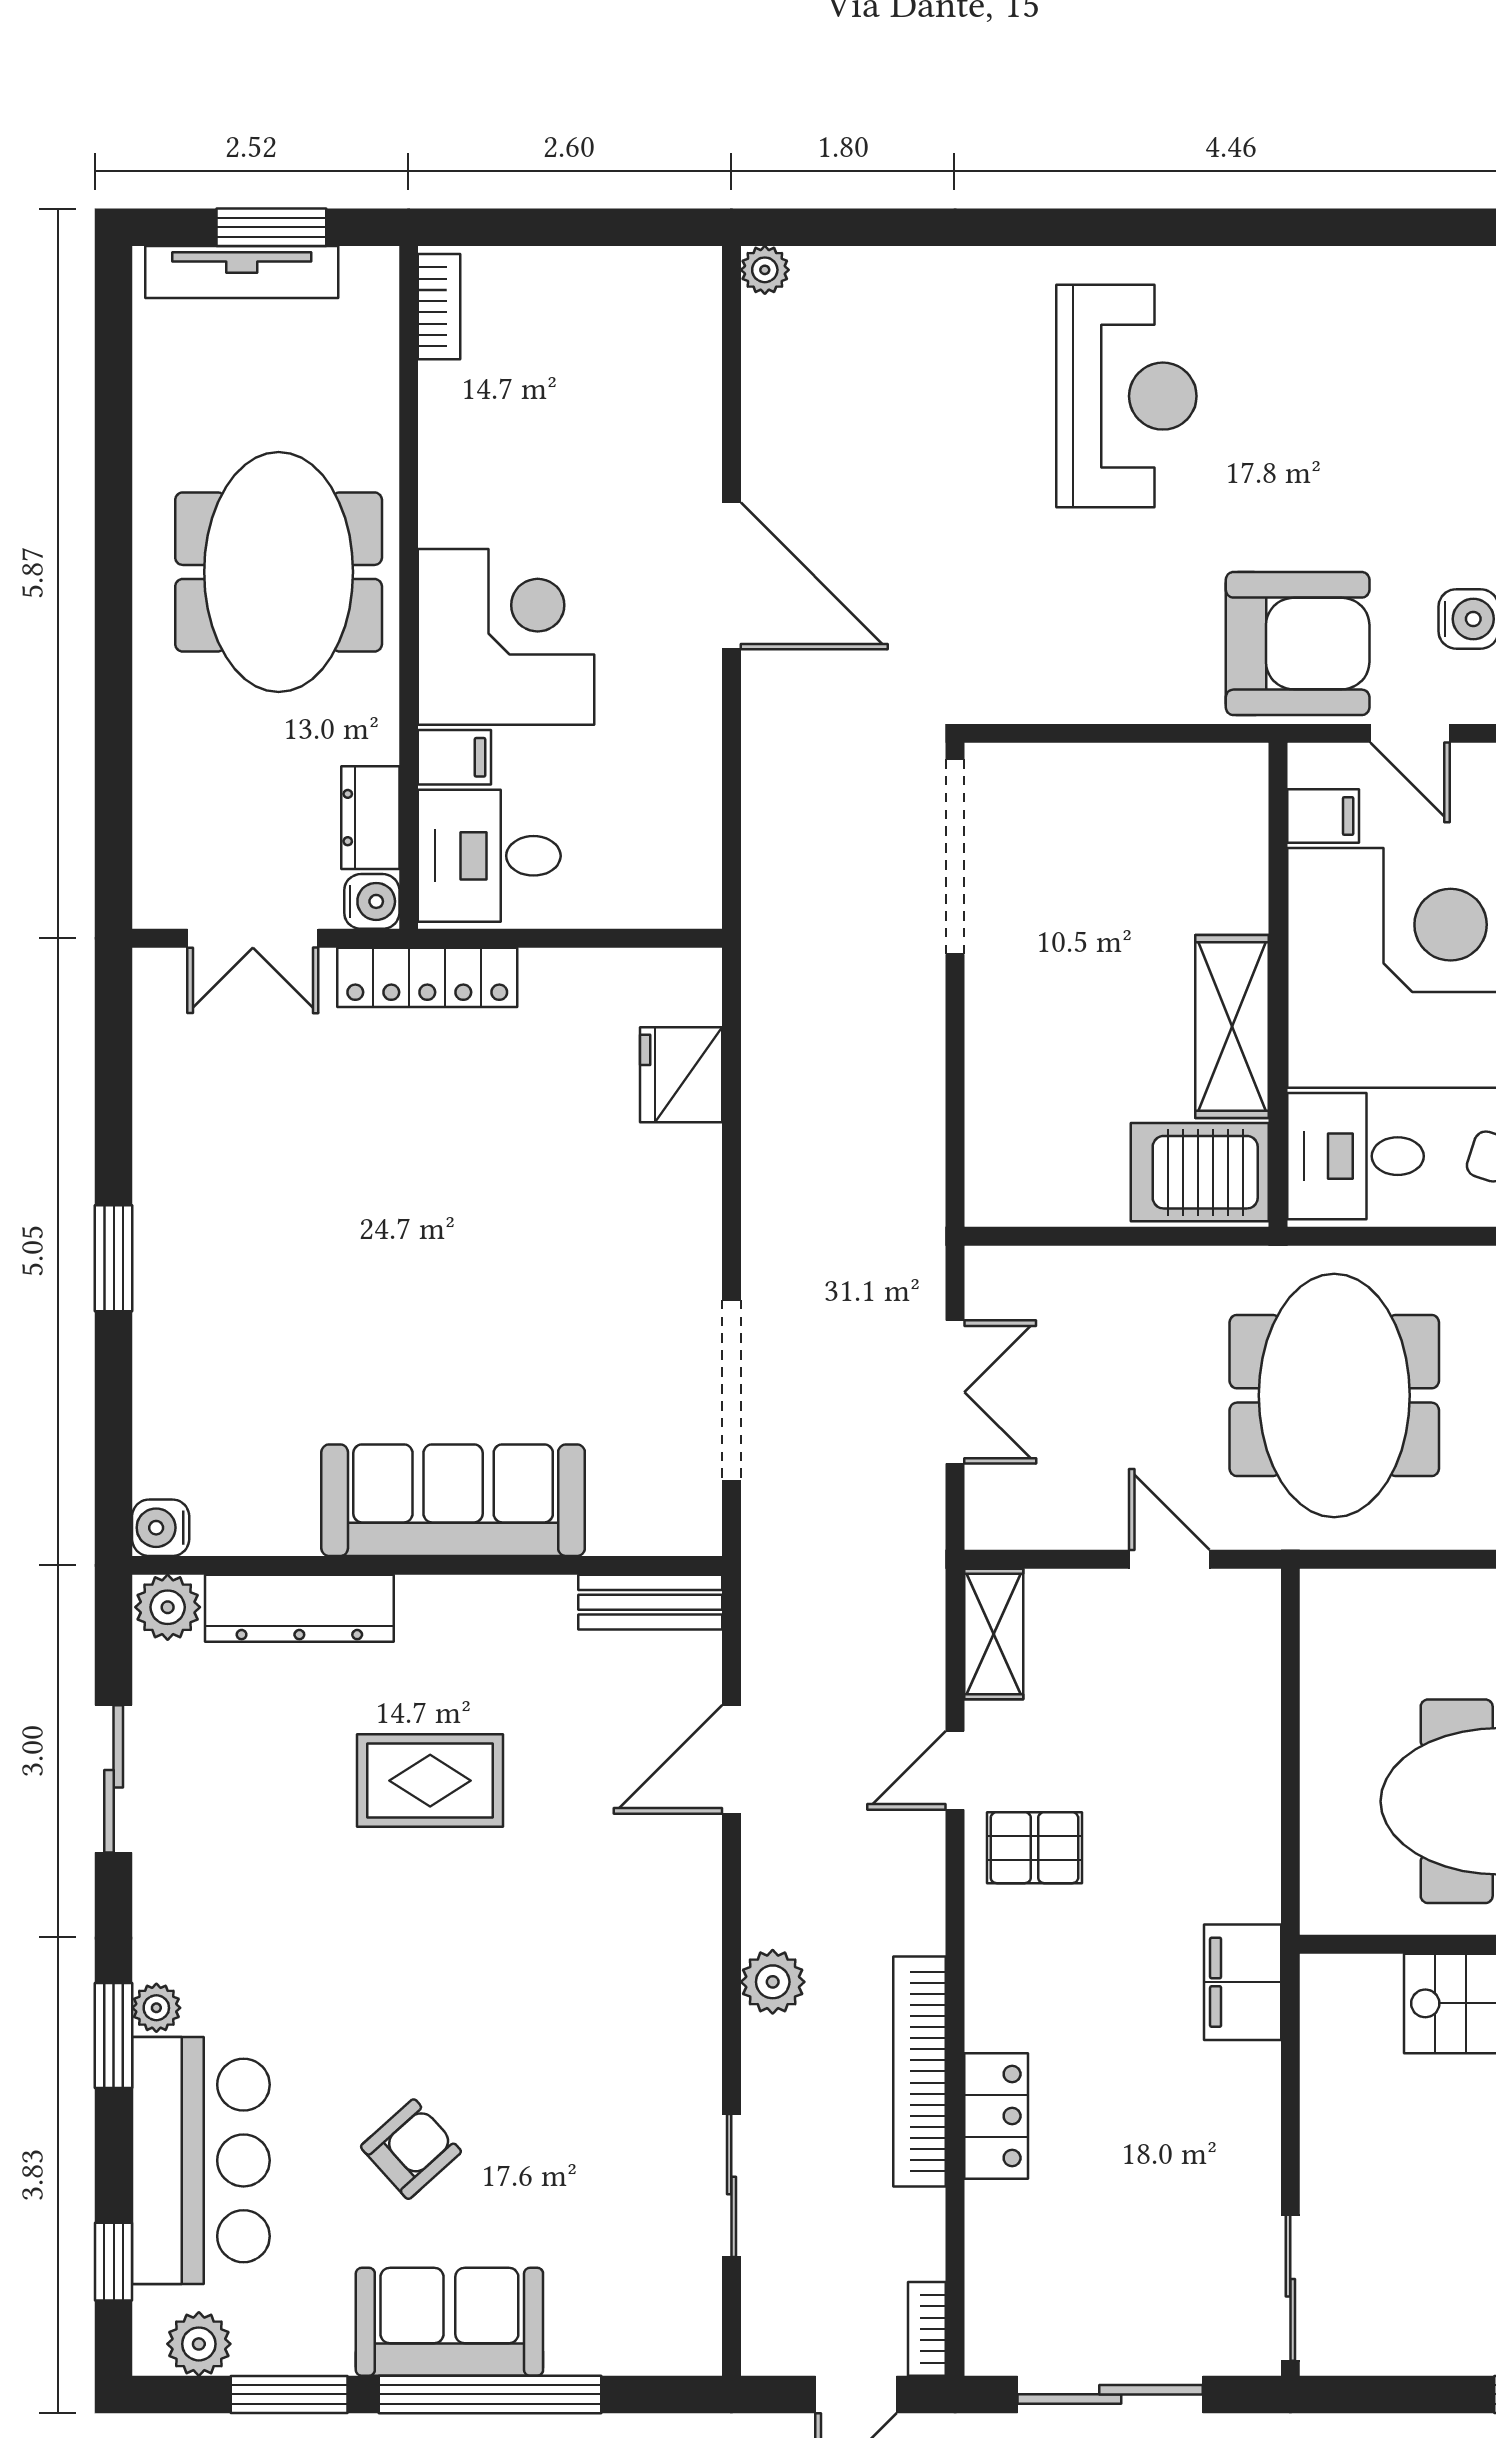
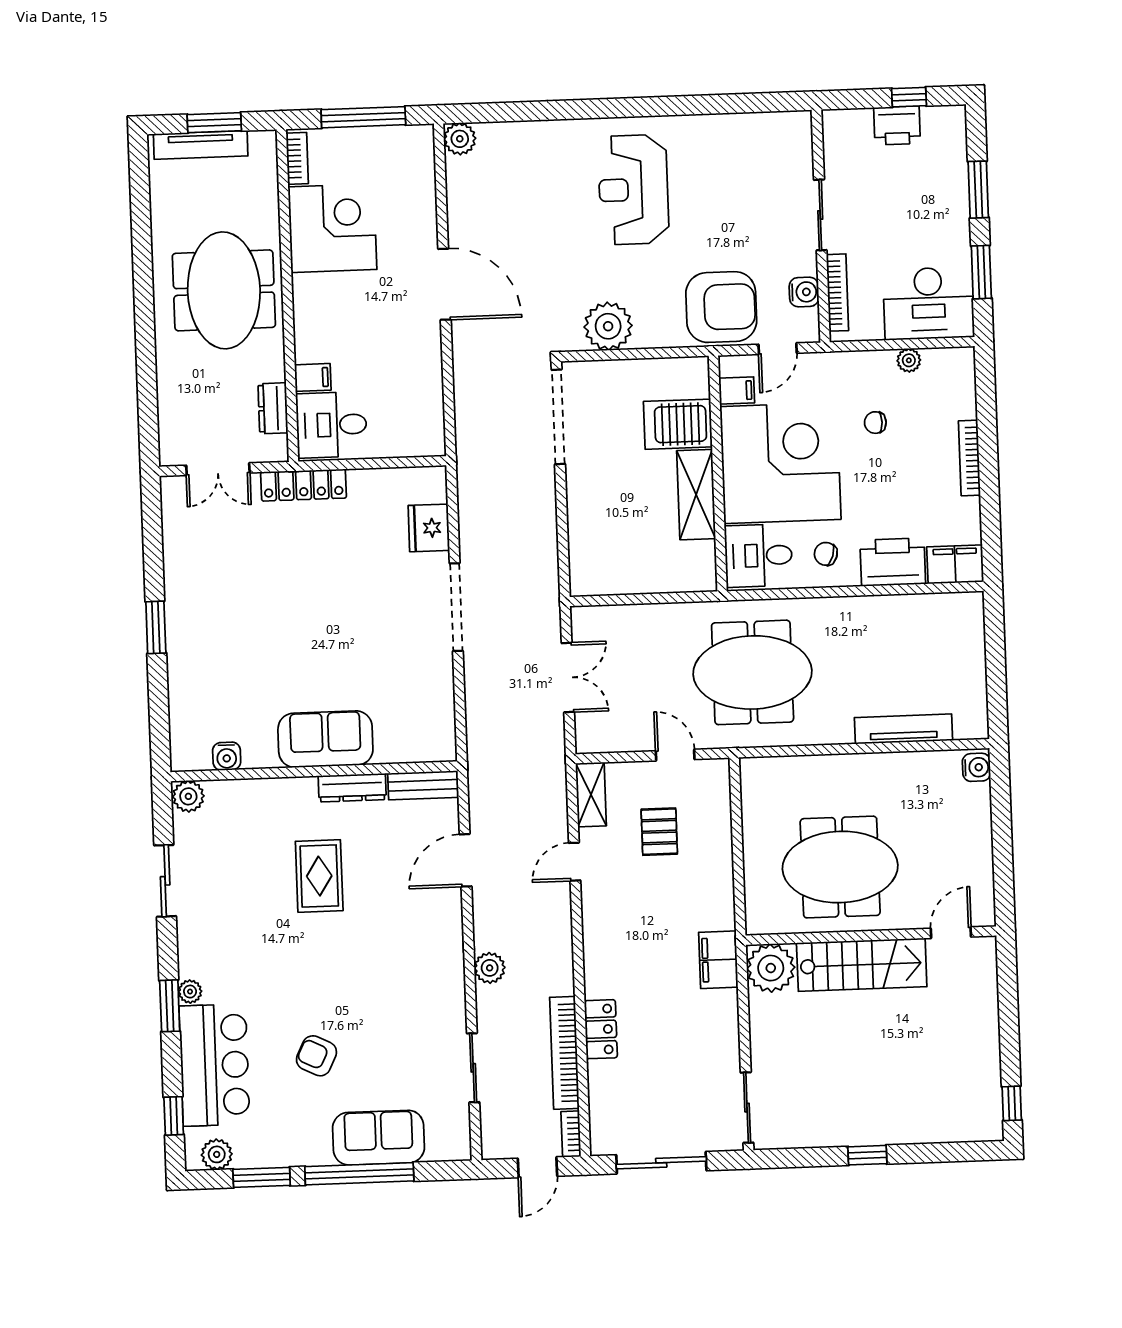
window: (578, 227) -> (363, 117), added
plant: (765, 270) -> (460, 139), width x1.38, depth x1.38
reception desk: (1126, 396) -> (633, 190), turned 180
corner desk: (506, 637) -> (332, 228), moved
plant: (1064, 674) -> (608, 326), added
door: (1410, 733) -> (778, 349), hinge flipped
water cooler: (372, 901) -> (275, 449), removed
server rack: (1200, 1172) -> (678, 424), moved
doorway: (731, 1390) -> (456, 607), moved
meeting table: (1334, 1395) -> (753, 672), turned 90
sofa: (453, 1500) -> (325, 739), width x0.73
water cooler: (161, 1528) -> (227, 756), moved, turned -90
dresser: (299, 1608) -> (352, 788), moved, width x0.73, depth x0.80
rug: (430, 1781) -> (319, 876), turned 90
pallet: (1034, 1848) -> (659, 832), moved, turned 90
plant: (1349, 2003) -> (771, 968), added
bookcase: (920, 2071) -> (564, 1053), moved
armchair: (411, 2149) -> (316, 1056), turned -112
sofa: (449, 2322) -> (379, 1138), moved

